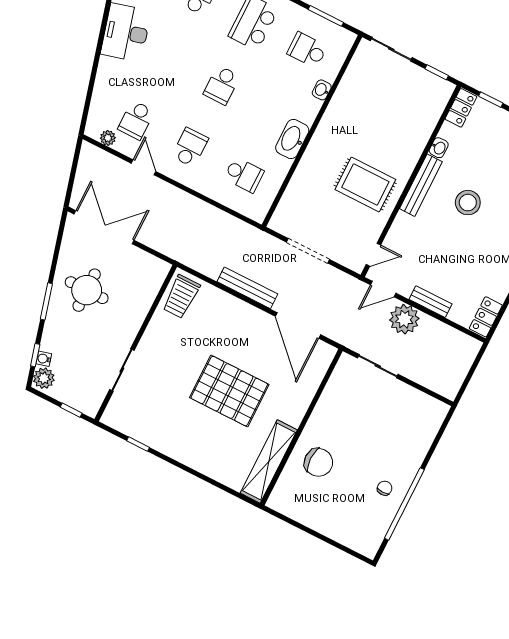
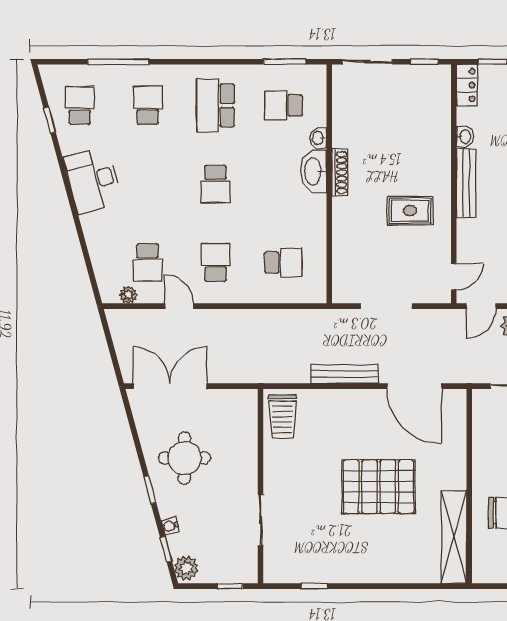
shoe rack: (325, 126) -> (340, 172), added
washbasin: (292, 139) -> (314, 171), moved
rug: (365, 184) -> (410, 211), width x0.73, depth x0.70
window: (46, 301) -> (150, 490), width x0.67
water cooler: (44, 359) -> (170, 526), moved

